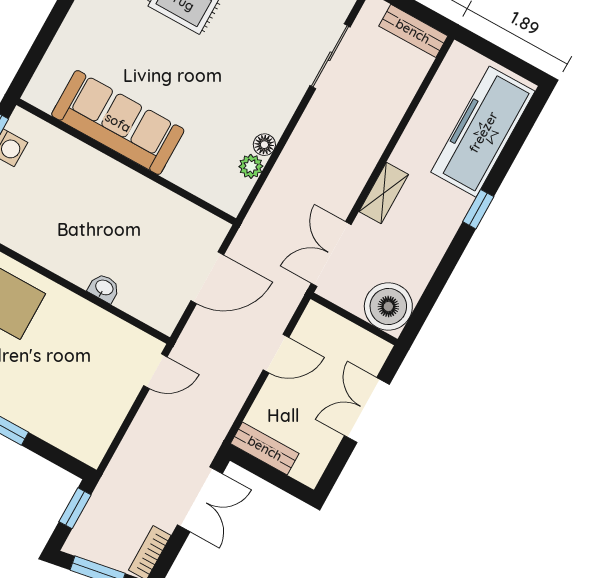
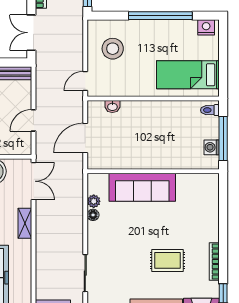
sofa: (118, 122) -> (142, 187), moved
washbasin: (104, 288) -> (112, 107), moved
stool: (81, 399) -> (113, 49), added

